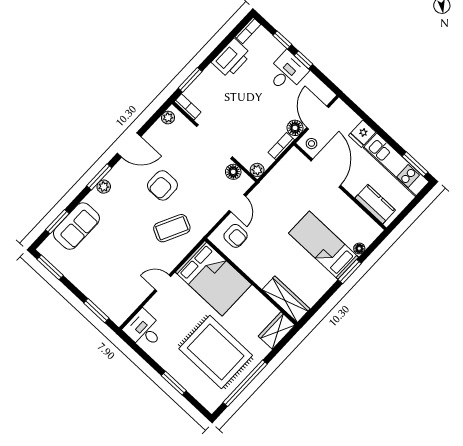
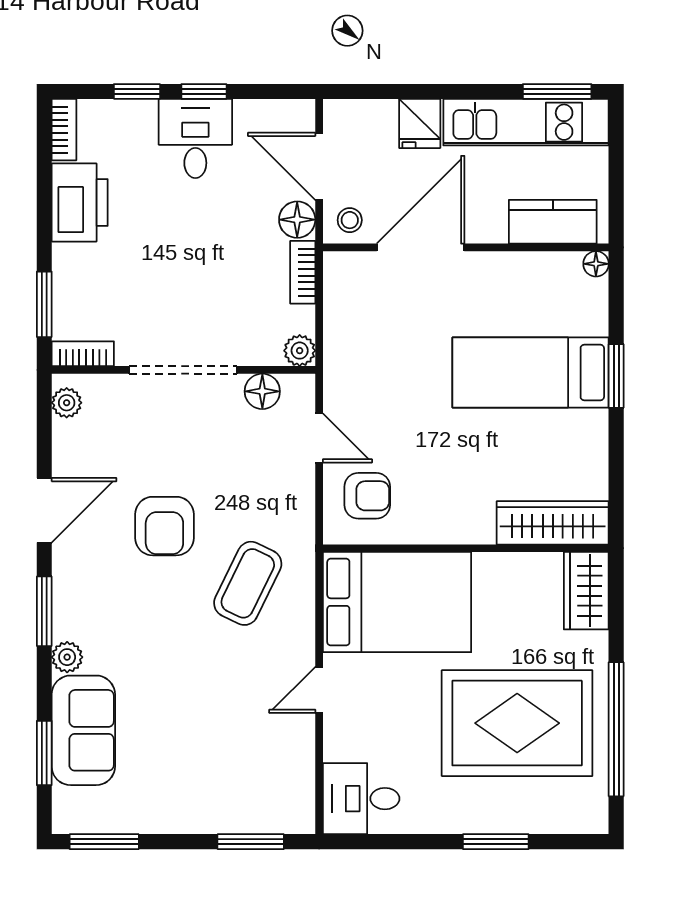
door: (326, 173) -> (420, 247), hinge flipped
plant: (104, 187) -> (67, 657), moved
floor lamp: (359, 248) -> (596, 264), moved

